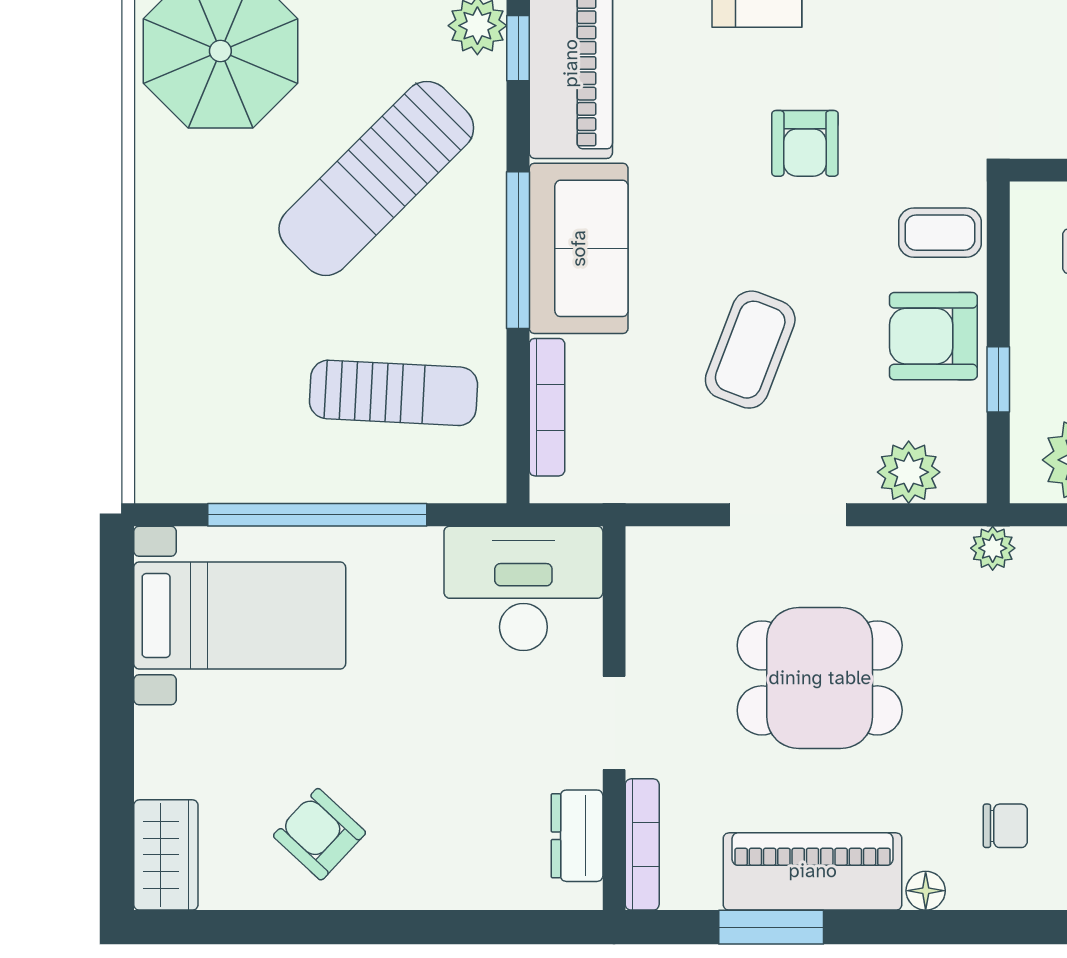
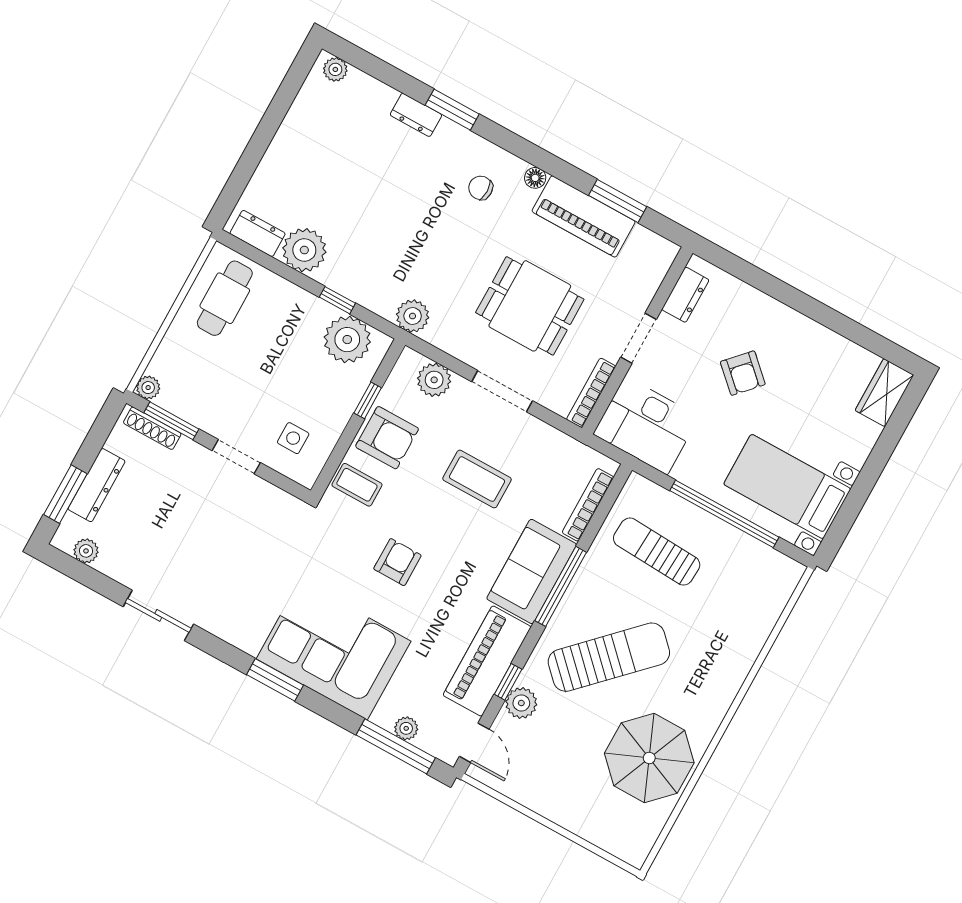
coffee table: (750, 350) -> (477, 479), turned 69
plant: (993, 548) -> (413, 316), width x1.38, depth x1.38
armchair: (320, 834) -> (743, 373), moved
bookcase: (642, 844) -> (591, 393), moved

